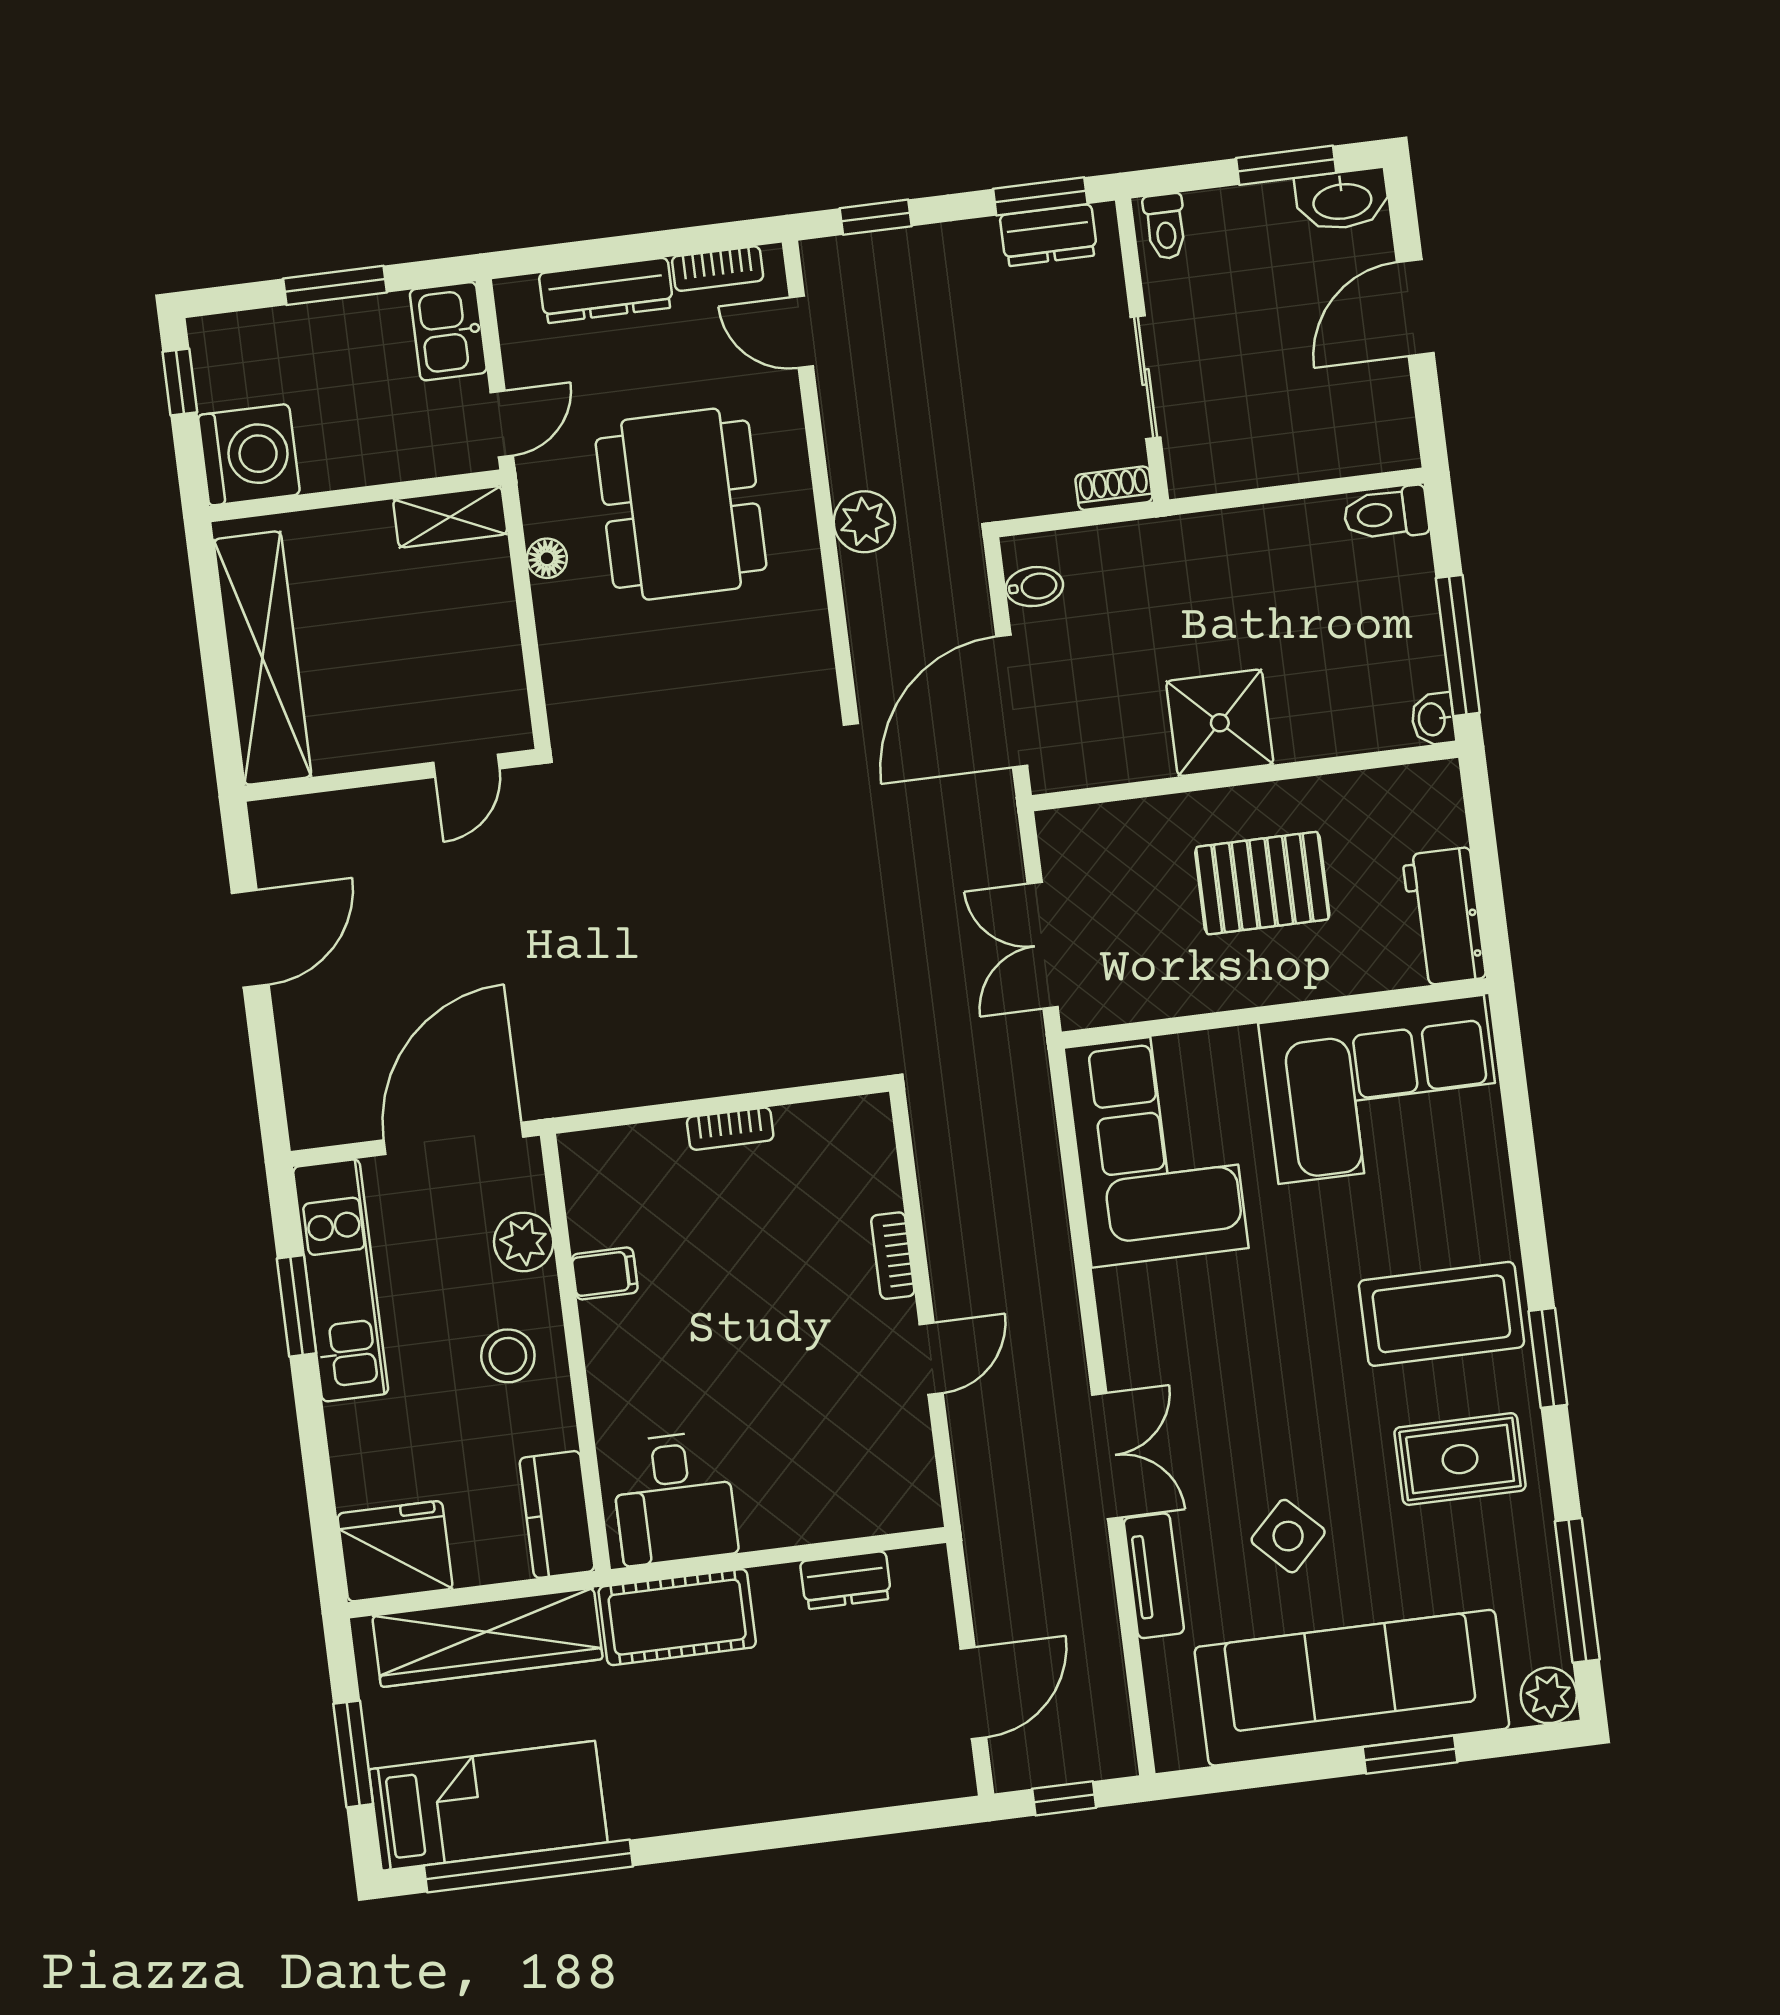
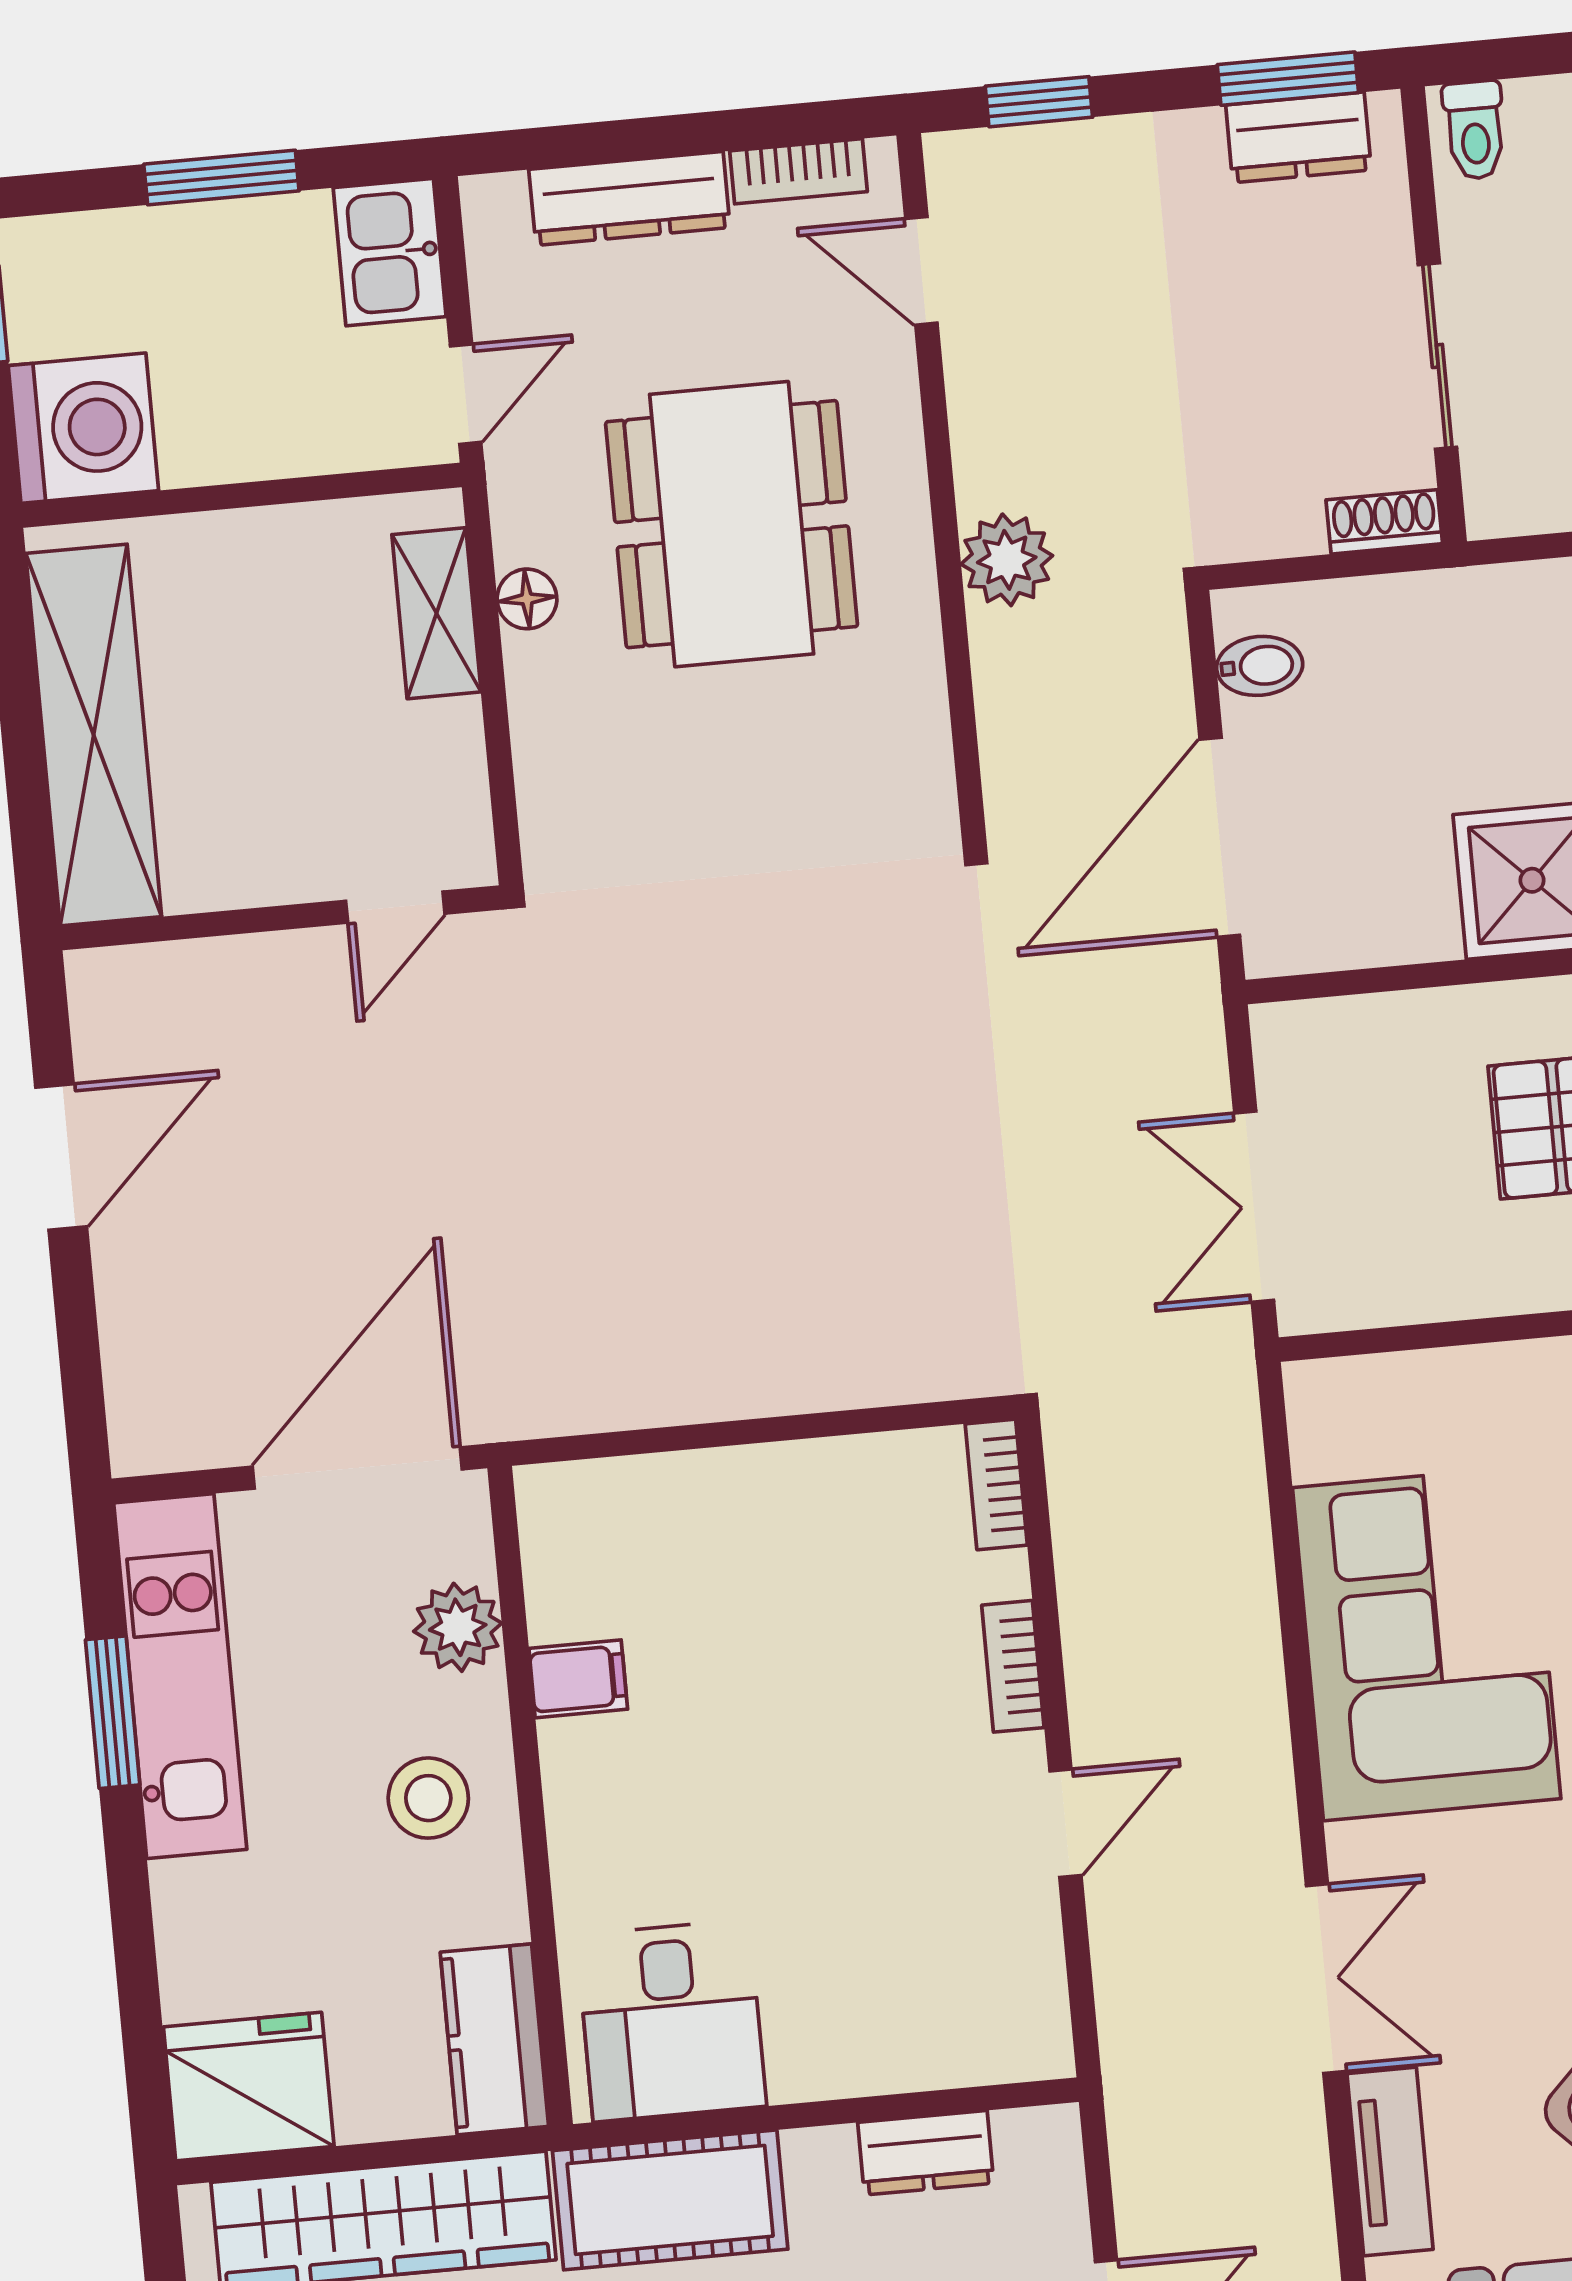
shelving: (450, 517) -> (436, 613), moved, turned 90
bookcase: (730, 1129) -> (996, 1485), moved, turned 90
corner sofa: (1156, 1148) -> (1427, 1643), moved

